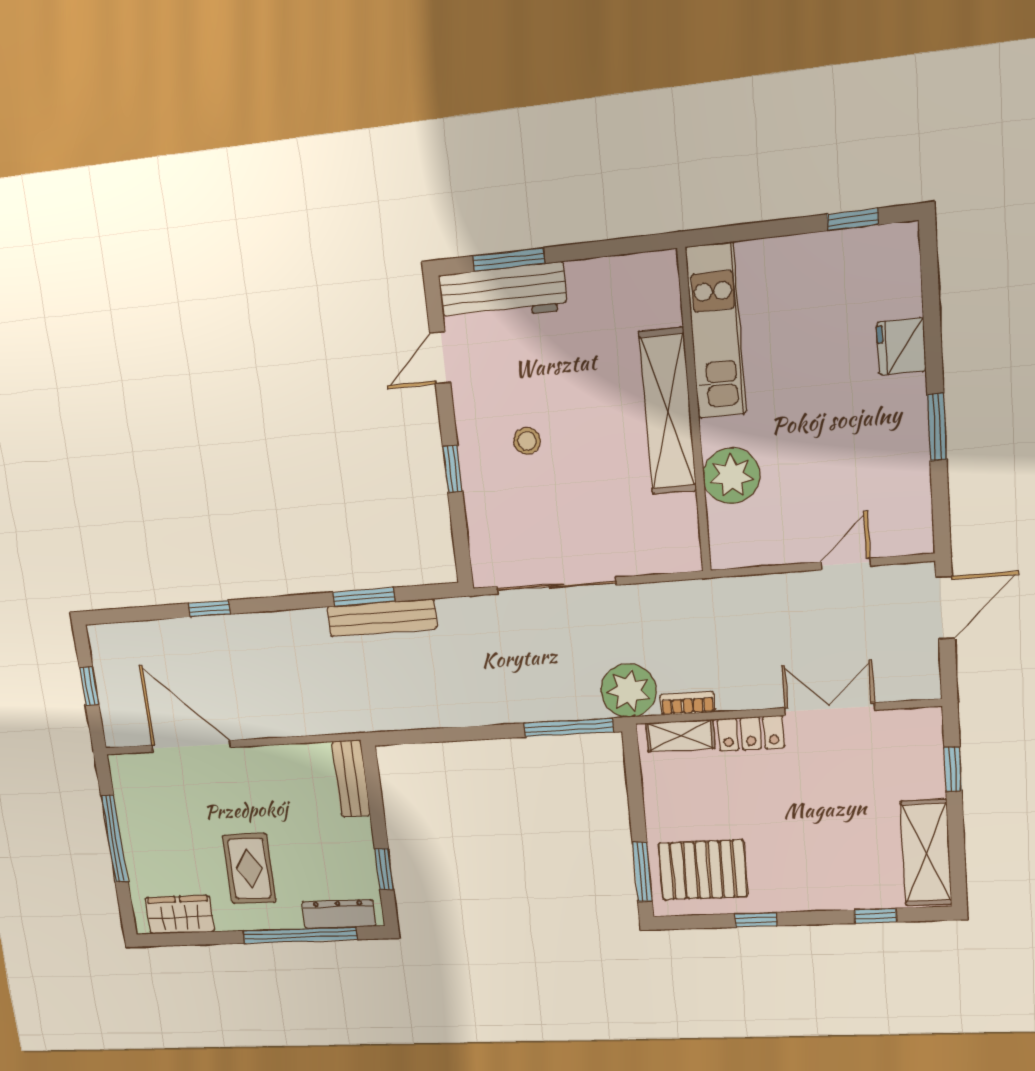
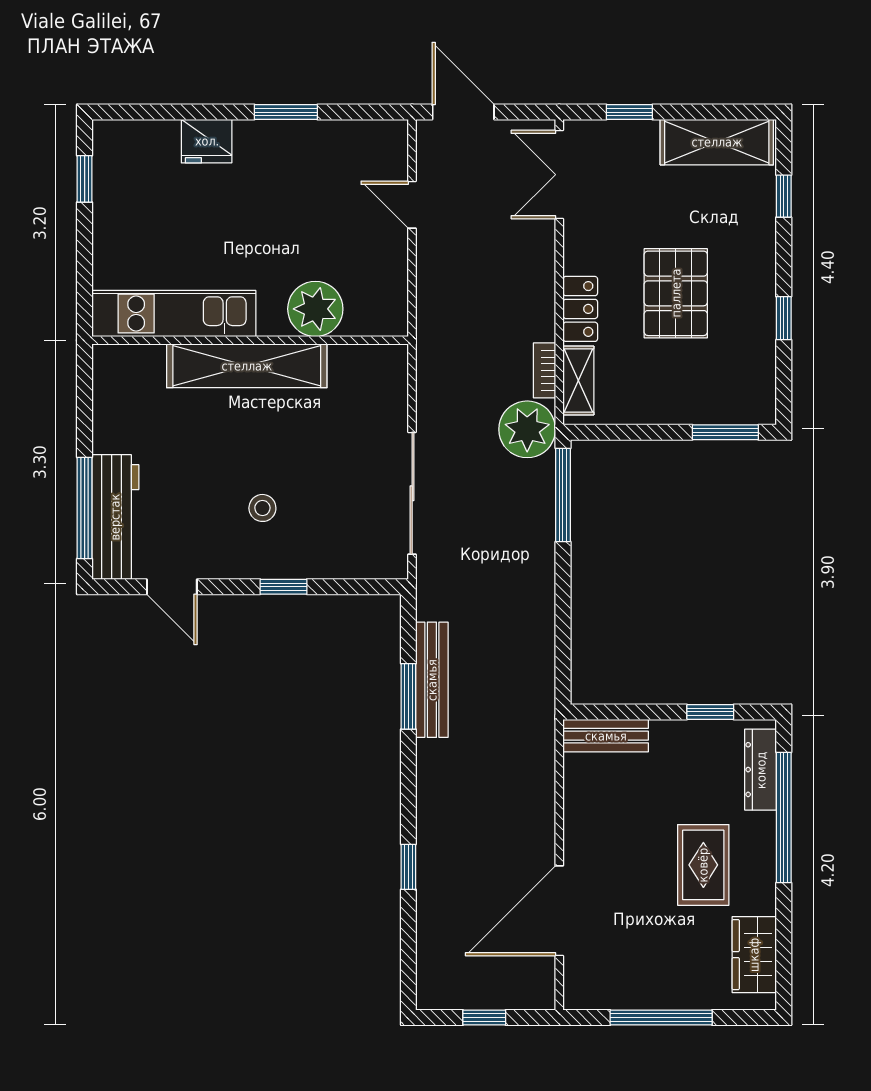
window: (509, 260) -> (85, 508), width x1.44
double door: (829, 709) -> (559, 175), moved
rug: (249, 869) -> (703, 865), turned 90
pallet: (703, 870) -> (676, 293), moved

